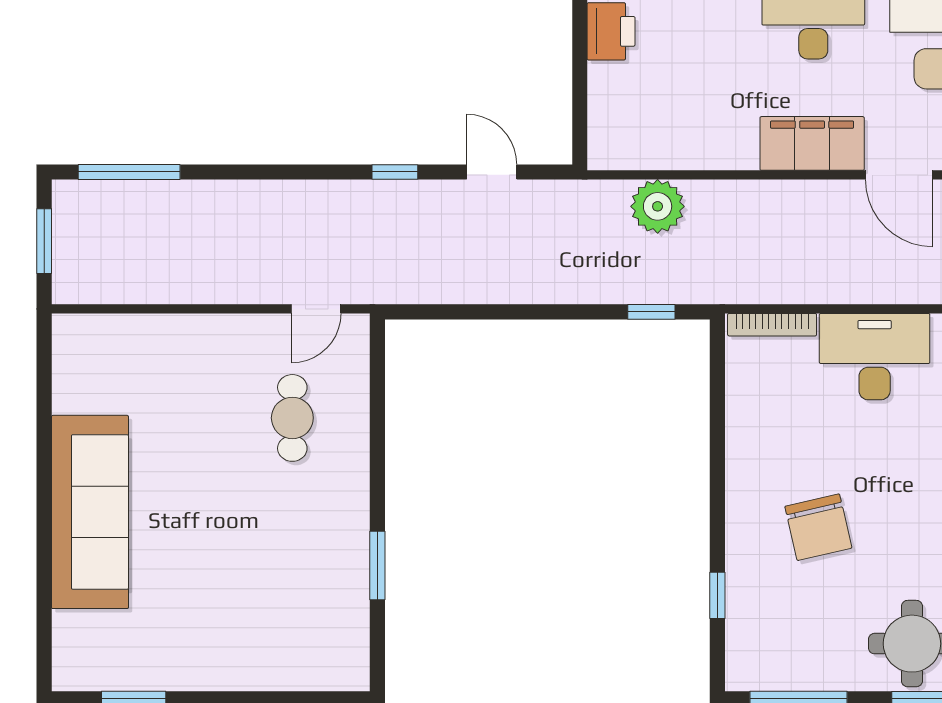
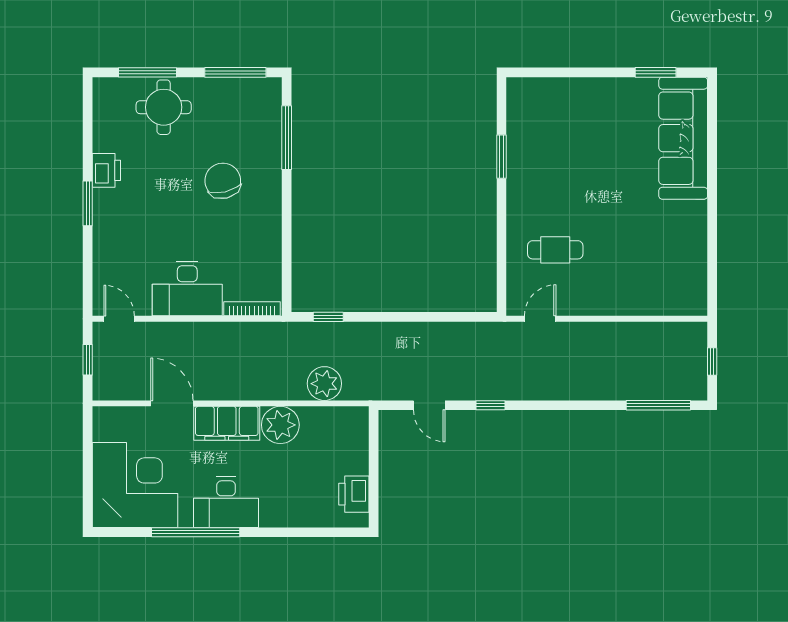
plant: (727, 141) -> (280, 425), added
window: (44, 241) -> (712, 362), width x0.67
cafe table: (292, 418) -> (555, 250), turned 90
sofa: (90, 512) -> (683, 138), moved
window: (717, 595) -> (287, 138), width x2.17

